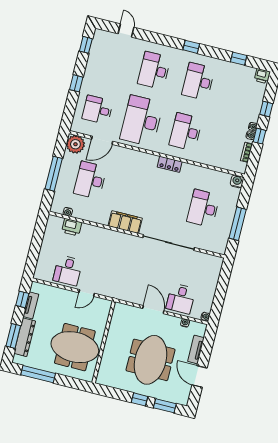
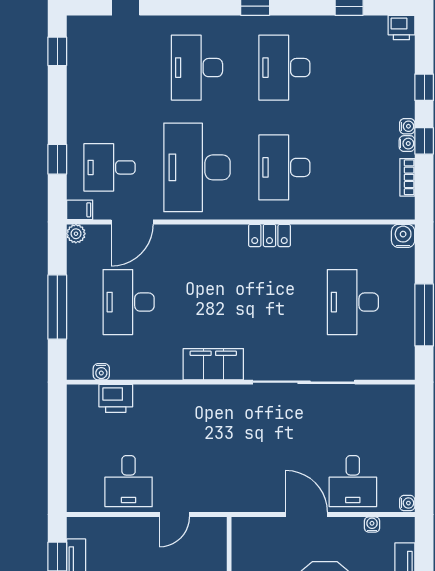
window: (76, 83) -> (57, 159), moved
filing cabinet: (77, 128) -> (80, 210), added
plant: (75, 144) -> (76, 234), width x0.53, depth x0.53

